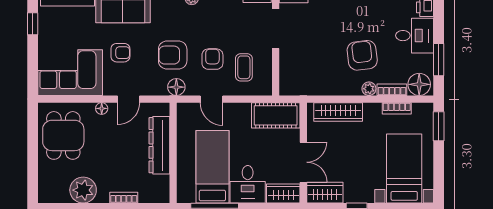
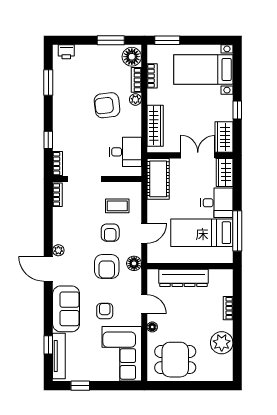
desk: (415, 36) -> (125, 152), moved, turned 90
armchair: (212, 59) -> (110, 233), turned -90

